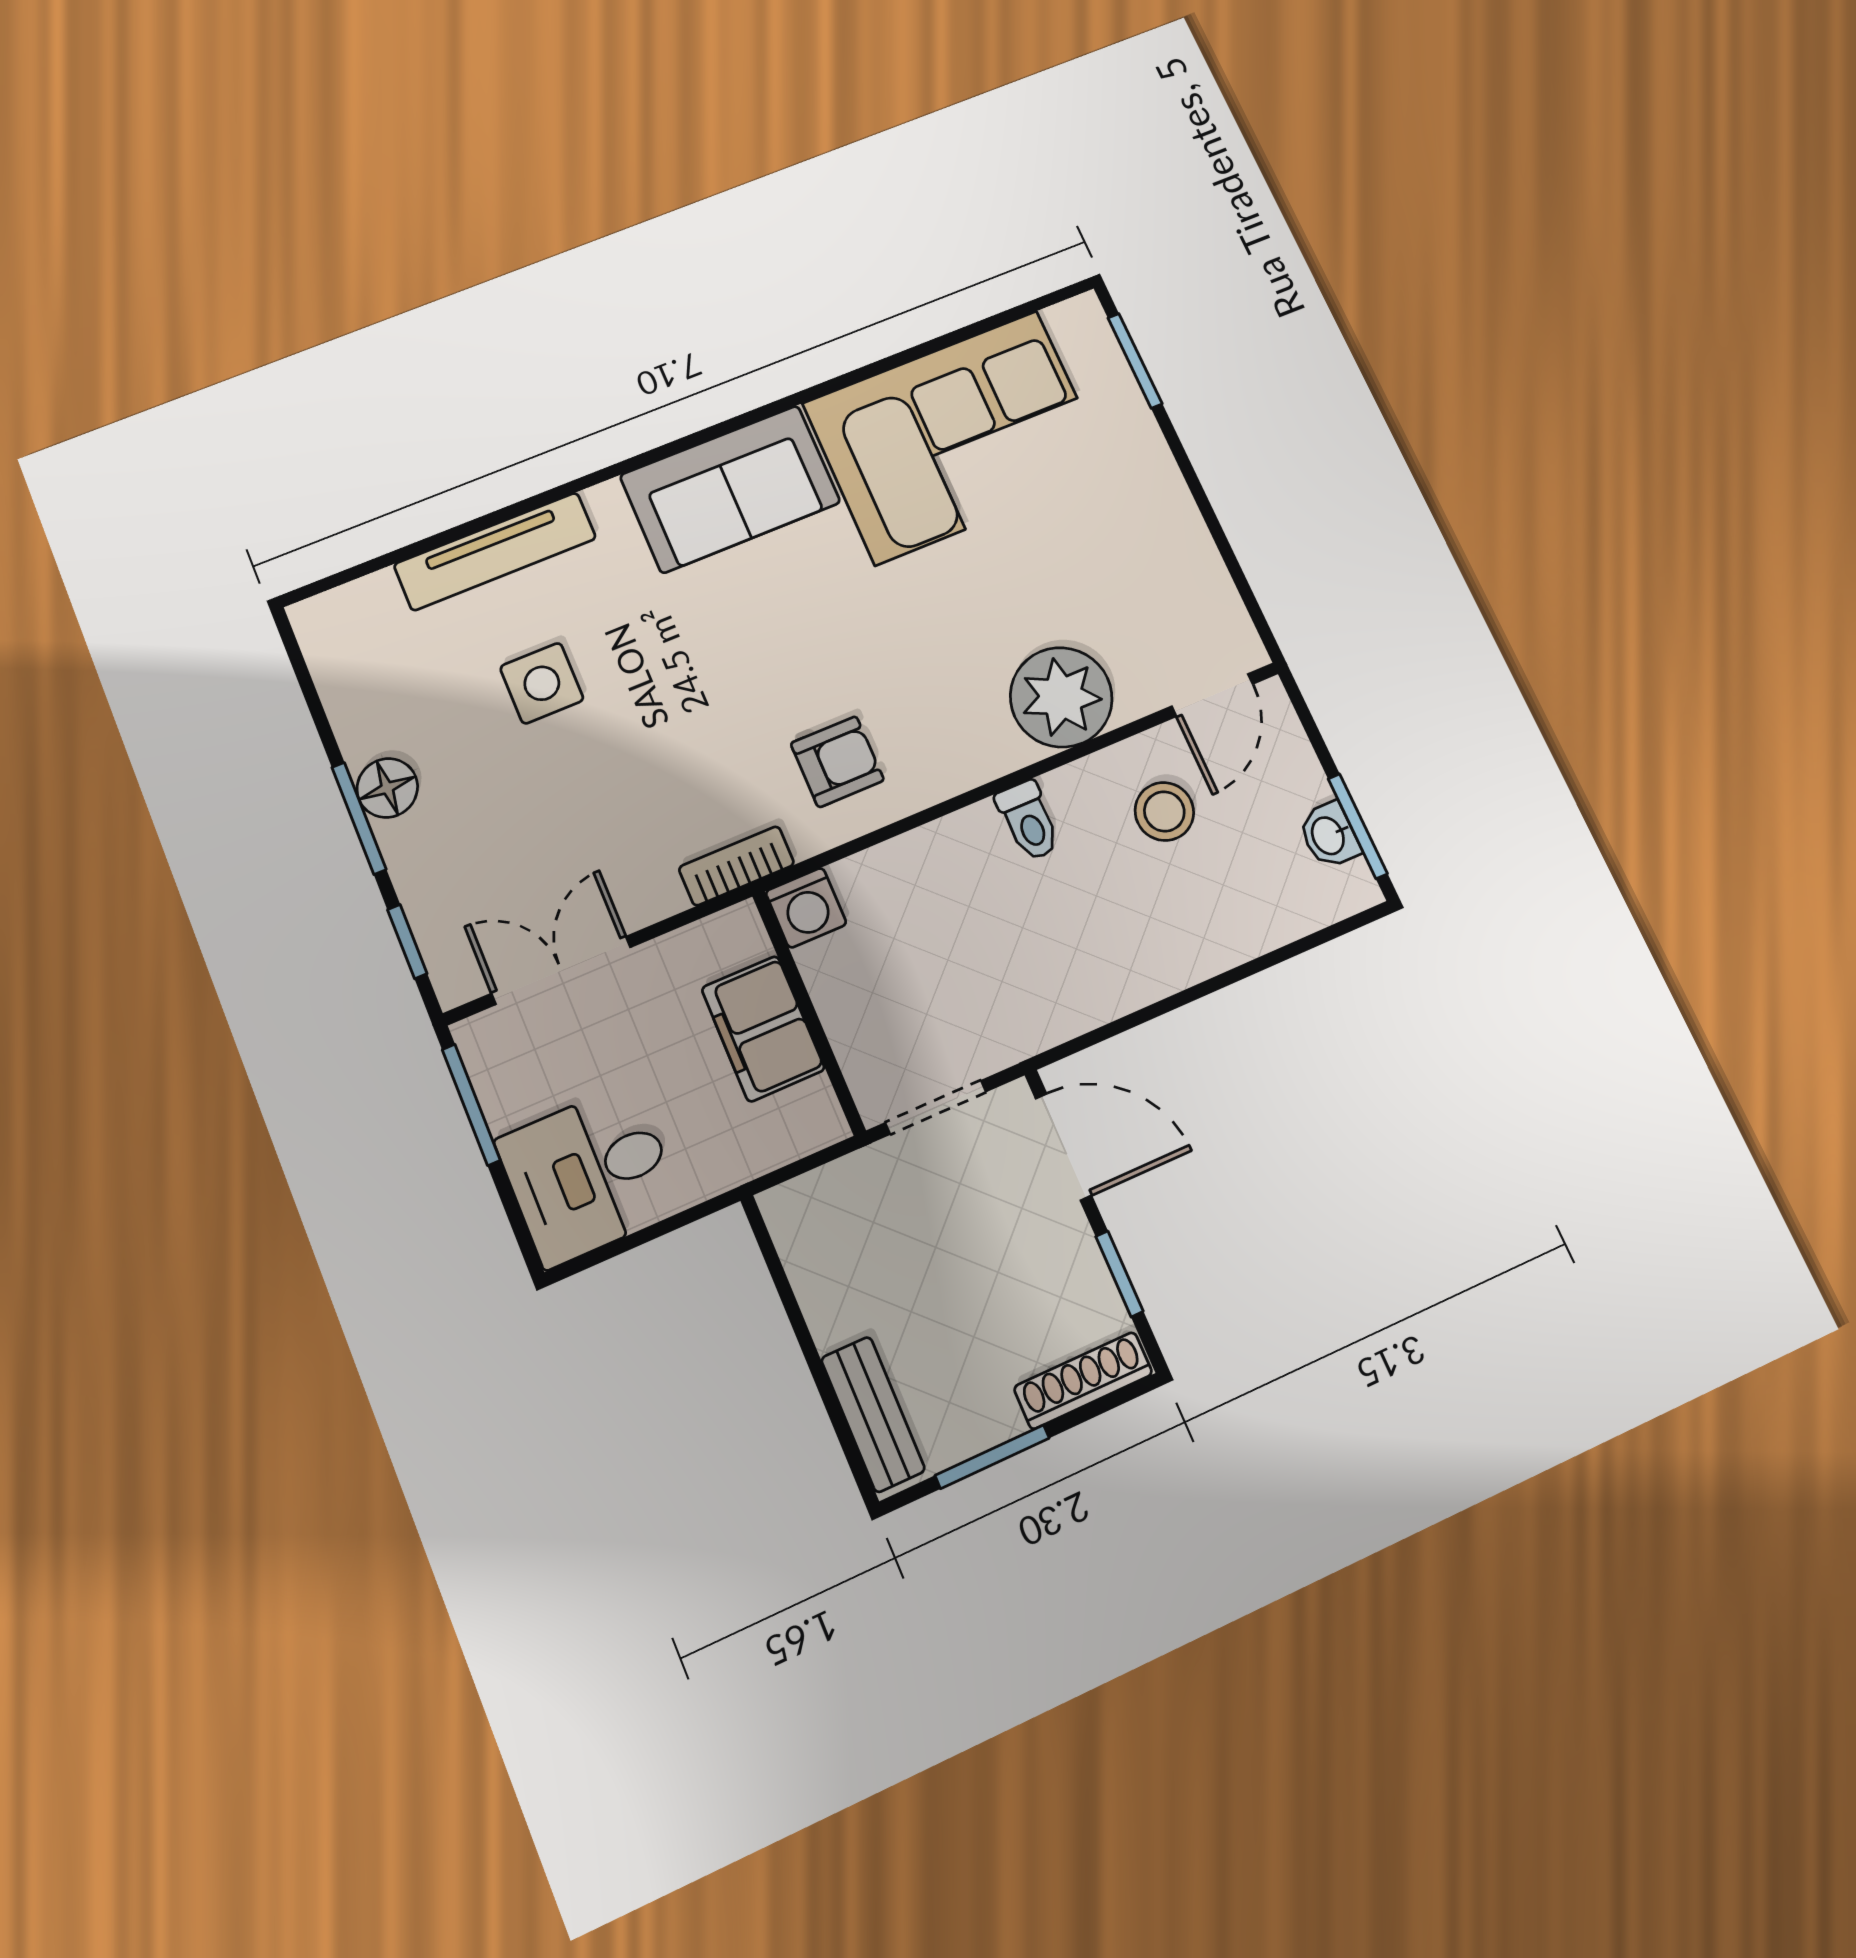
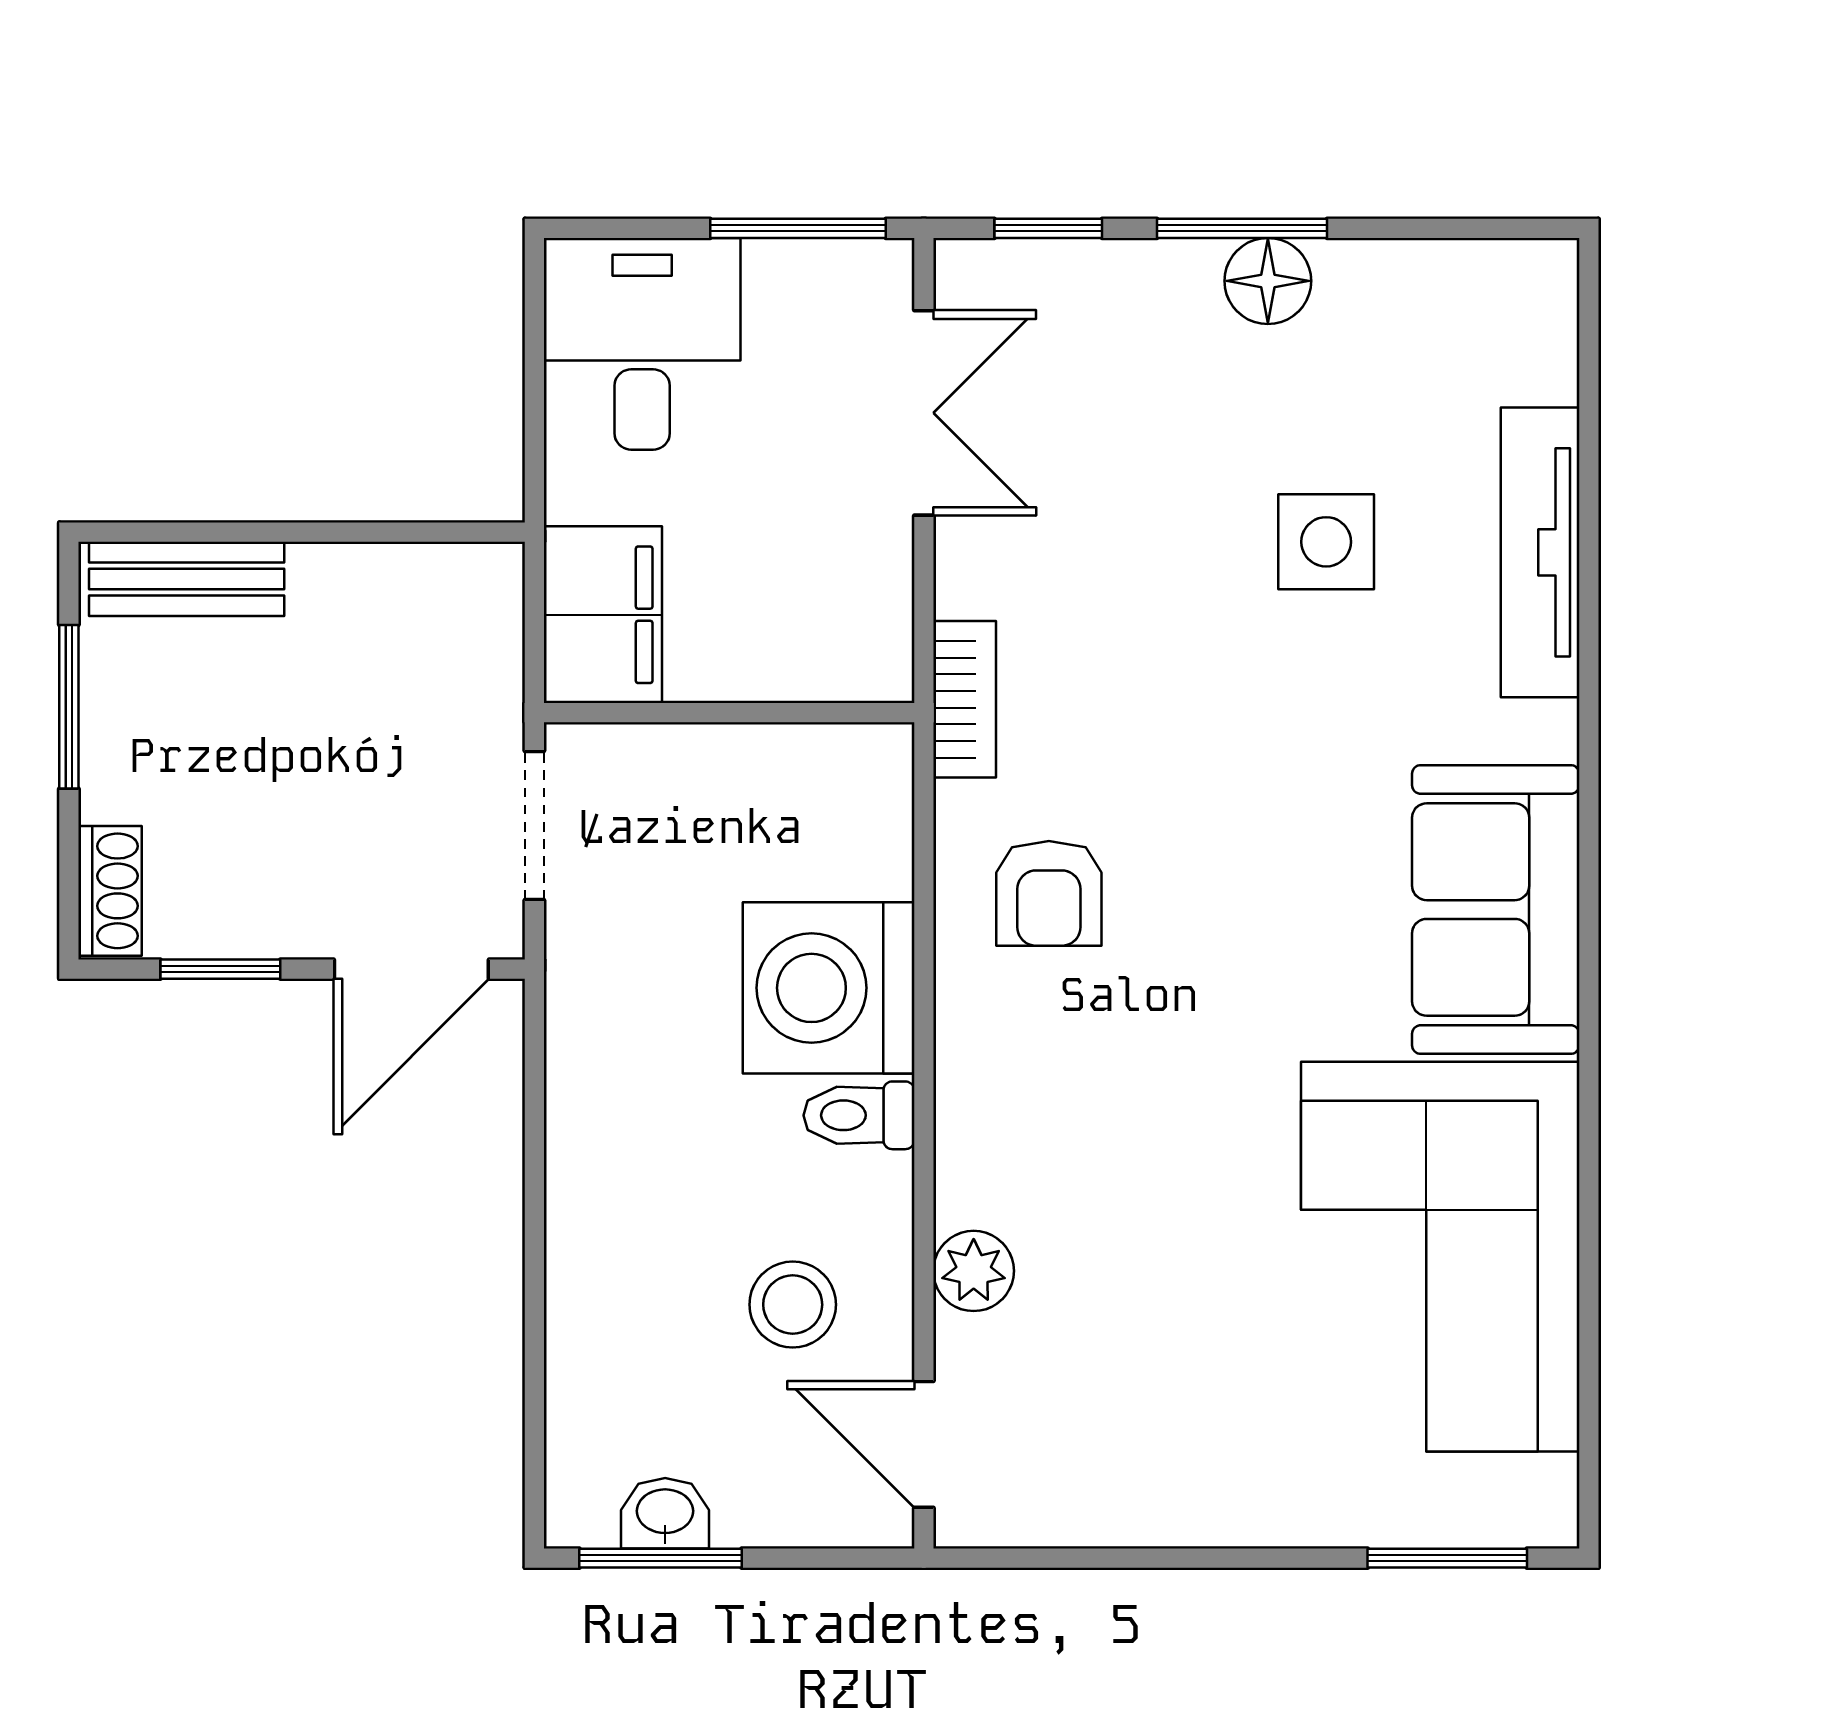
plant: (1061, 697) -> (974, 1271), width x0.53, depth x0.53
washing machine: (806, 908) -> (829, 988), moved, width x1.89, depth x1.89
filing cabinet: (763, 1029) -> (603, 615), moved, turned 90
shoe rack: (1083, 1381) -> (110, 891), width x0.70

